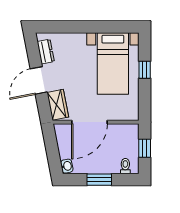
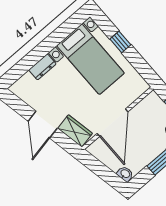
dresser: (46, 52) -> (42, 67), moved, turned 101

